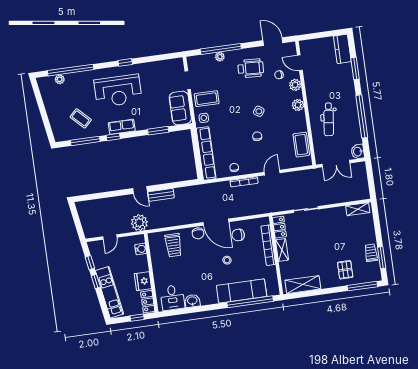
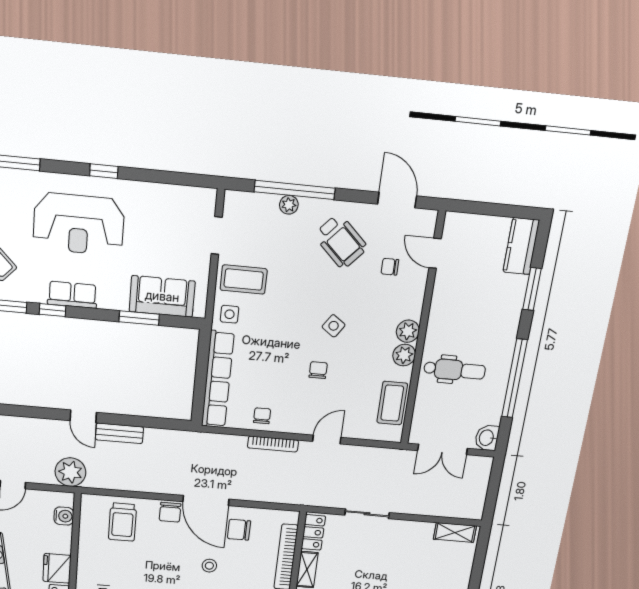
wheelchair: (251, 68) -> (341, 241), turned 40
plant: (295, 85) -> (404, 355), moved
sofa: (180, 108) -> (162, 296), moved, turned 90
dental chair: (329, 119) -> (455, 370), turned -97

